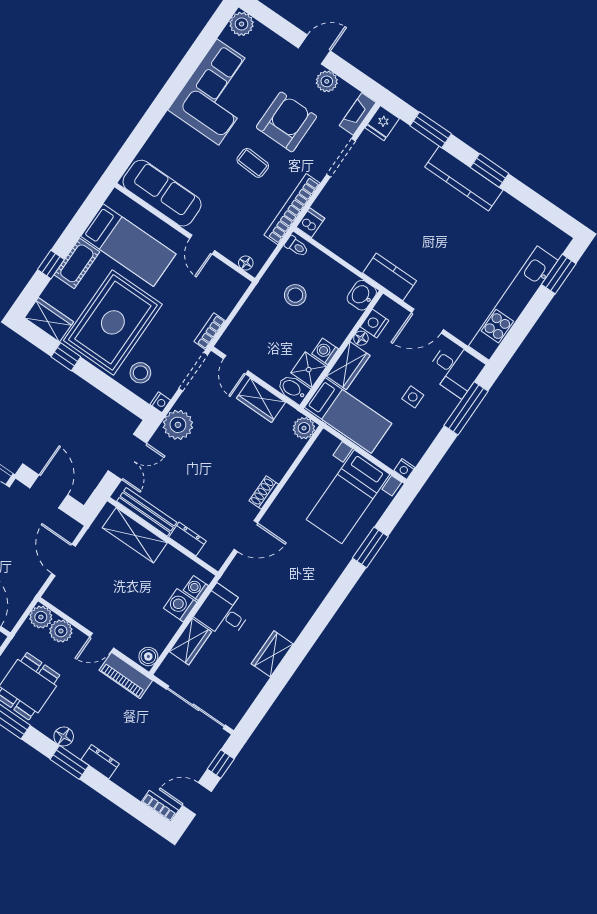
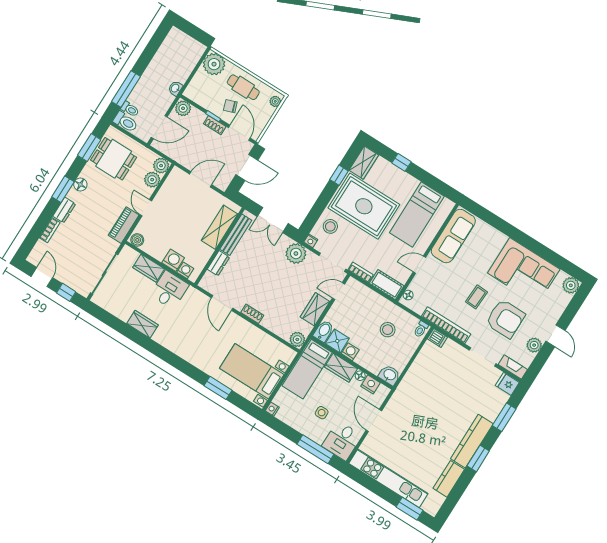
cot: (77, 263) -> (387, 285), moved
kitchen counter: (390, 277) -> (449, 479), moved, turned 180
bookcase: (160, 806) -> (50, 230), moved

